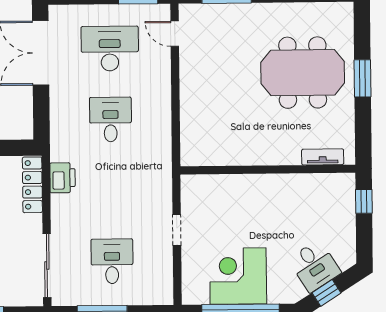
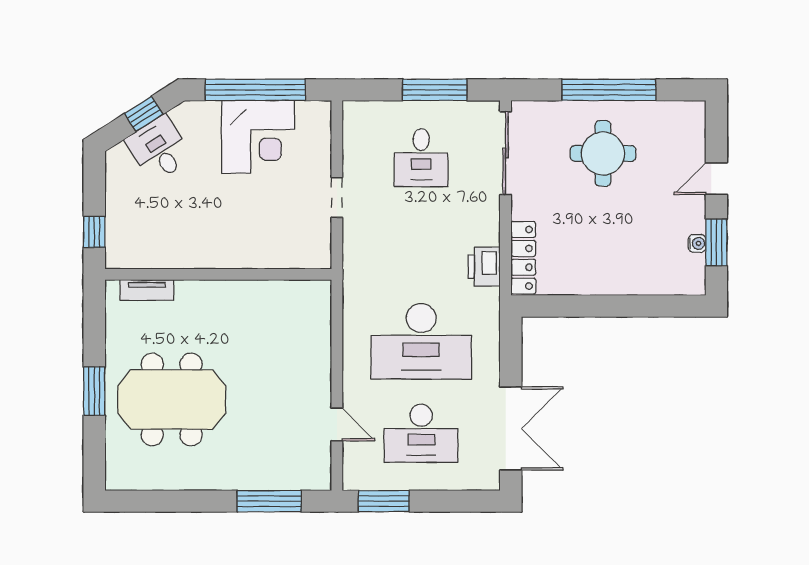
door: (175, 34) -> (337, 424), moved
desk: (111, 119) -> (421, 341), width x1.87, depth x1.30

